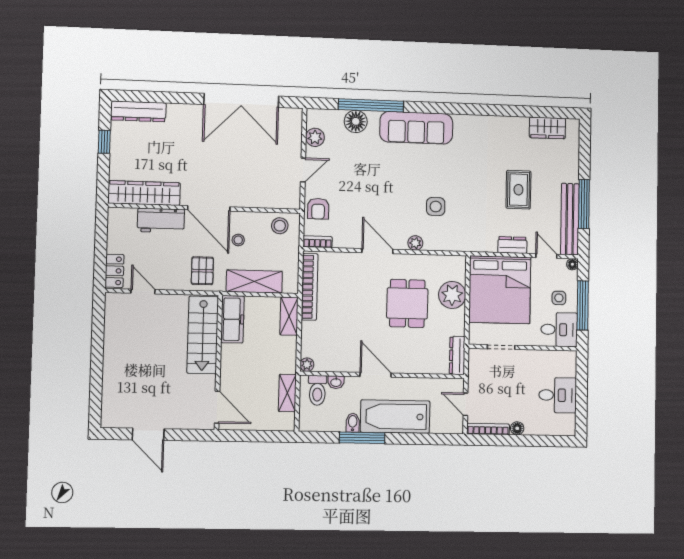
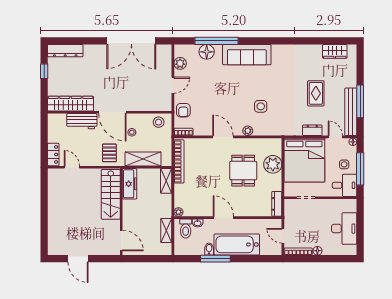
desk: (558, 395) -> (344, 229), width x1.37

